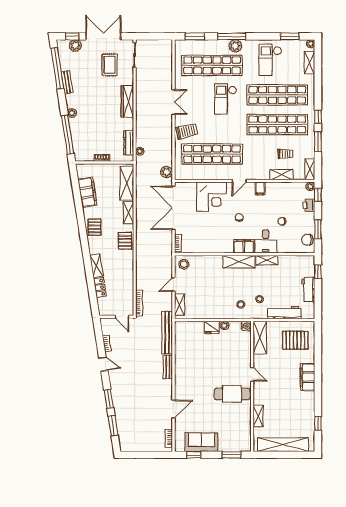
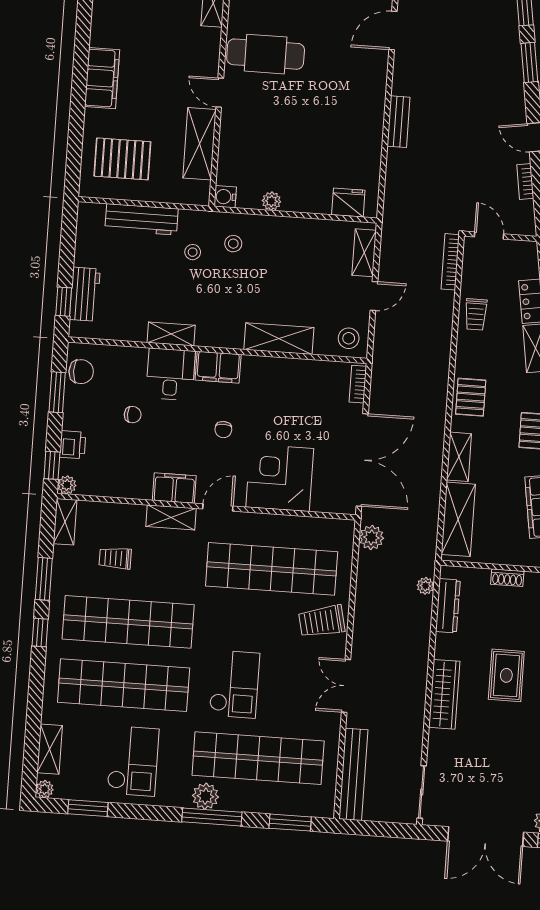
rug: (110, 65) -> (506, 675), moved
shelving: (281, 175) -> (171, 517), moved
filing cabinet: (260, 188) -> (174, 488), width x2.00
shelving: (239, 262) -> (279, 339), moved
trolley: (125, 280) -> (476, 314), added
workbench: (308, 289) -> (85, 294), moved
fridge: (212, 327) -> (348, 203), moved
bench: (167, 333) -> (353, 774), moved
shelving: (260, 338) -> (200, 144), moved

